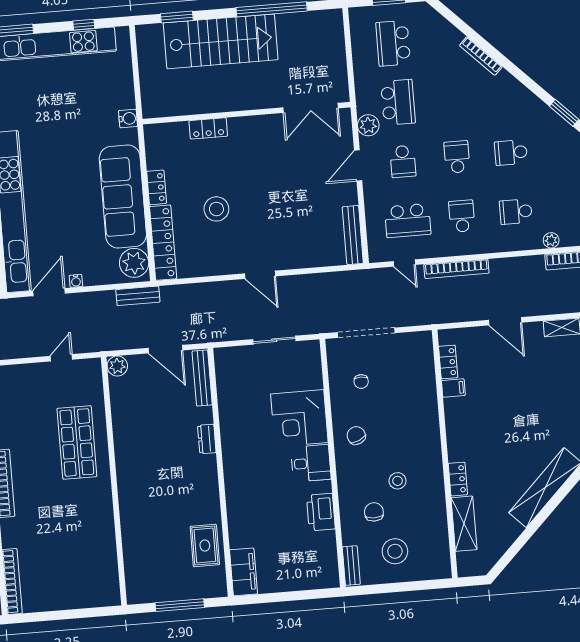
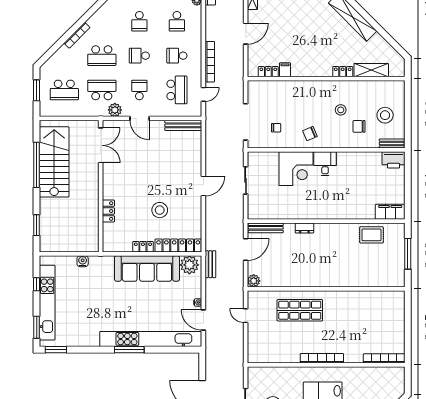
stairs: (221, 41) -> (54, 162), moved
school desk: (452, 98) -> (102, 56), added
water cooler: (128, 119) -> (83, 261), moved
school desk: (403, 161) -> (139, 90), turned -90
printer: (321, 512) -> (393, 160), moved

